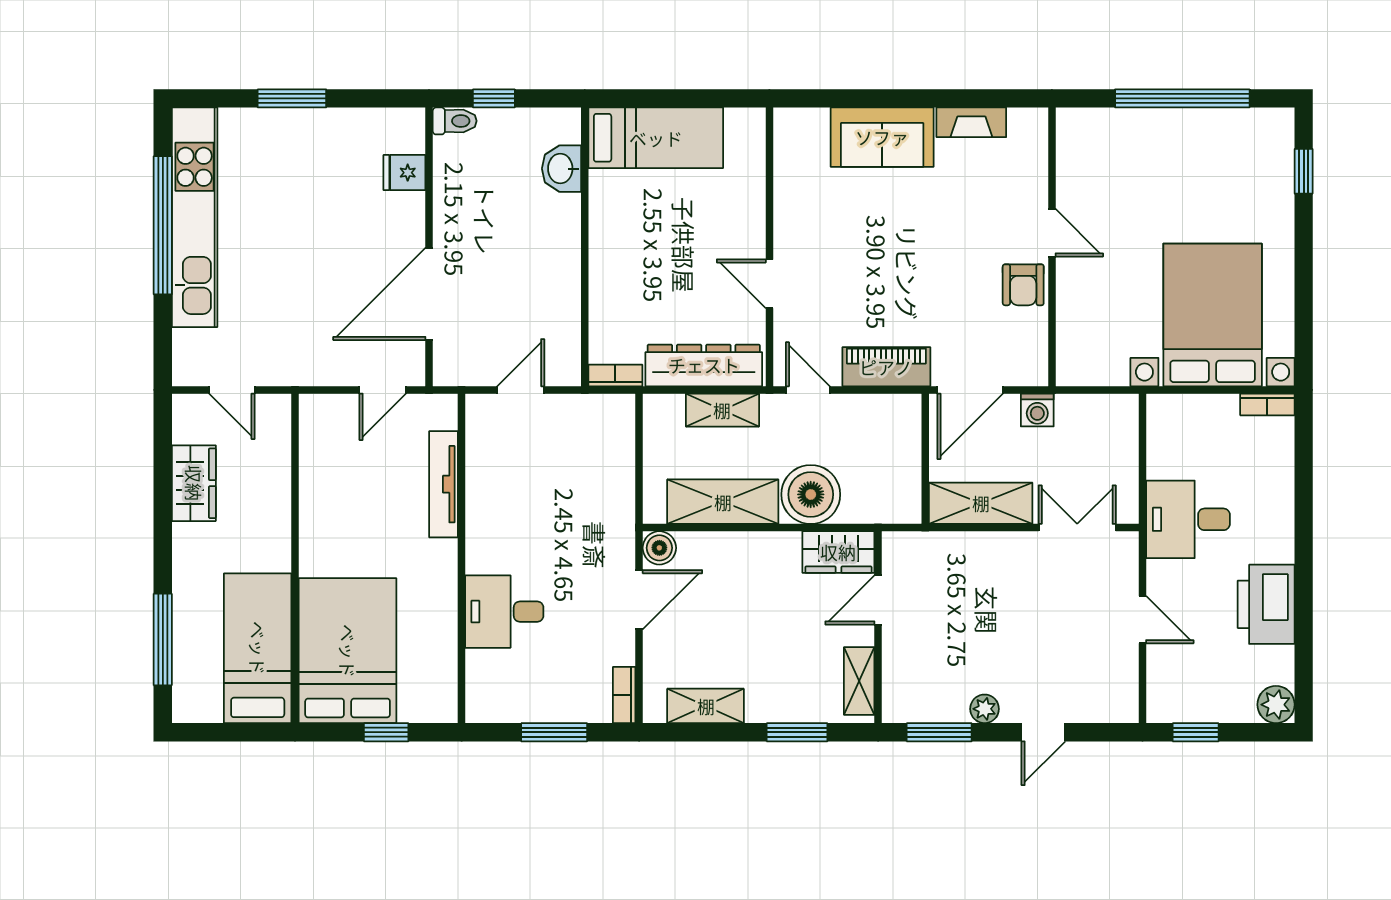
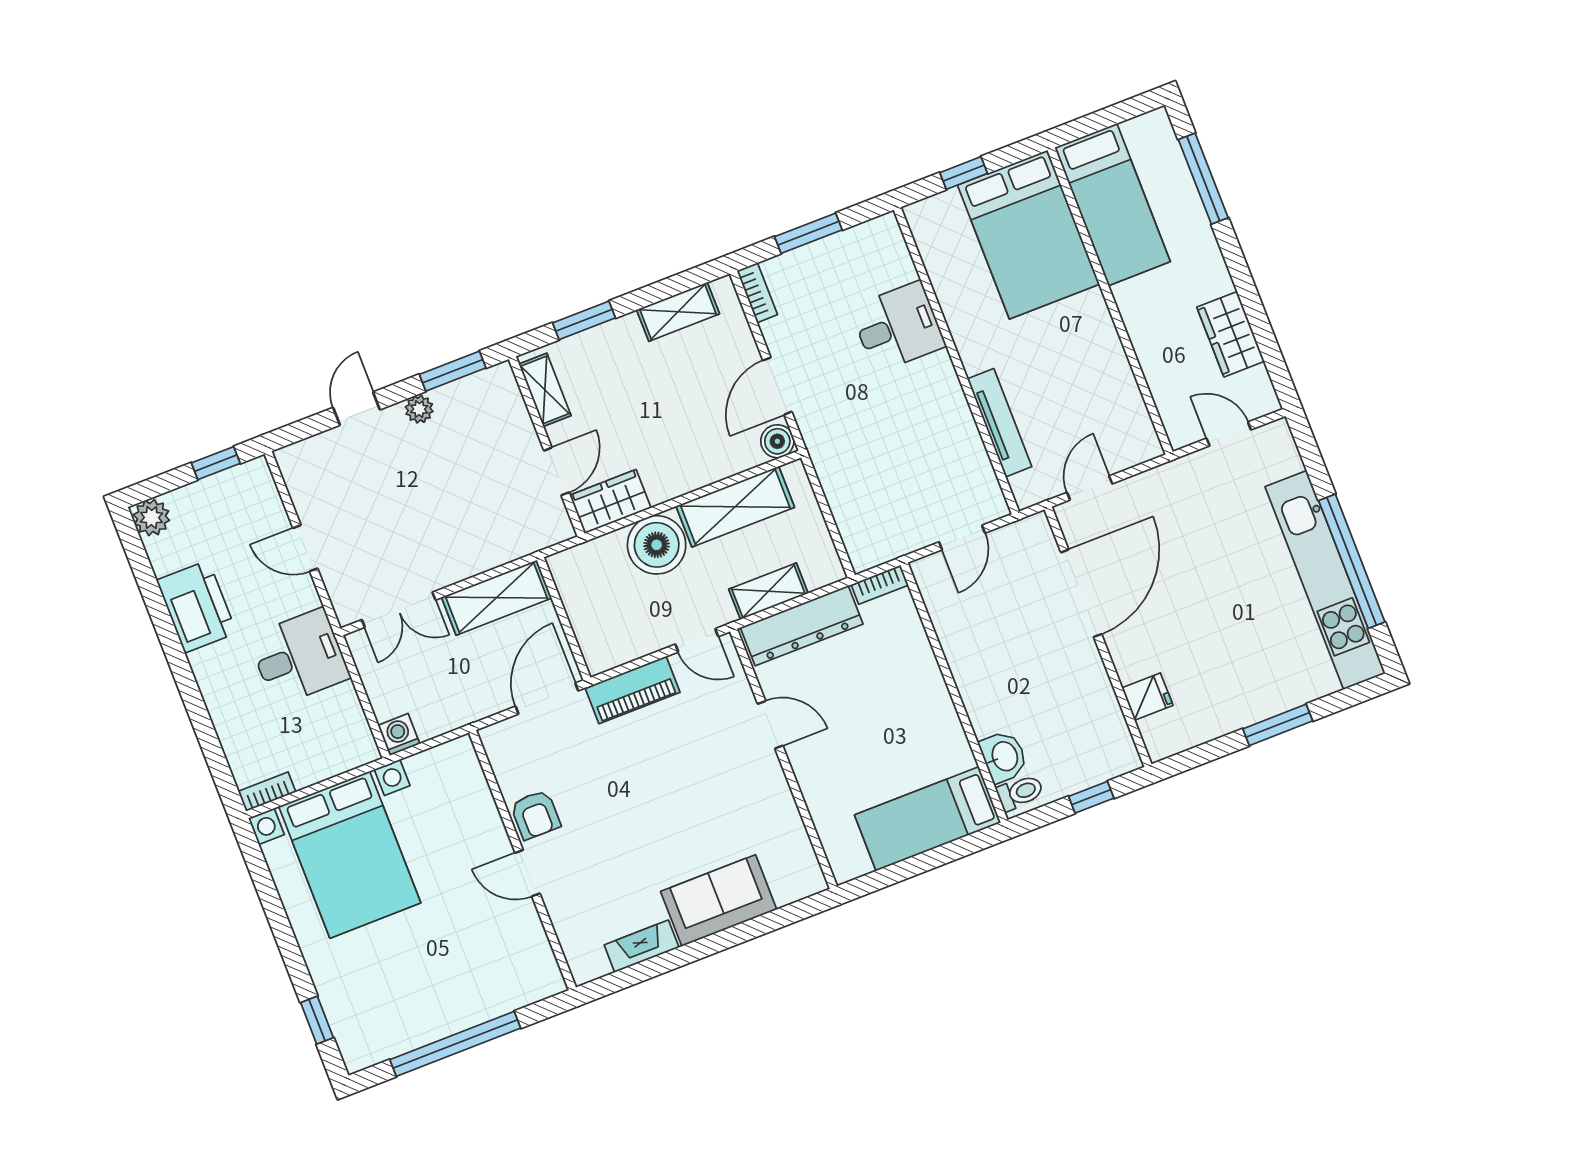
toilet: (455, 121) -> (1020, 792), moved, turned 180
armchair: (1023, 285) -> (535, 815), turned 180
washing machine: (1037, 410) -> (399, 735), moved

